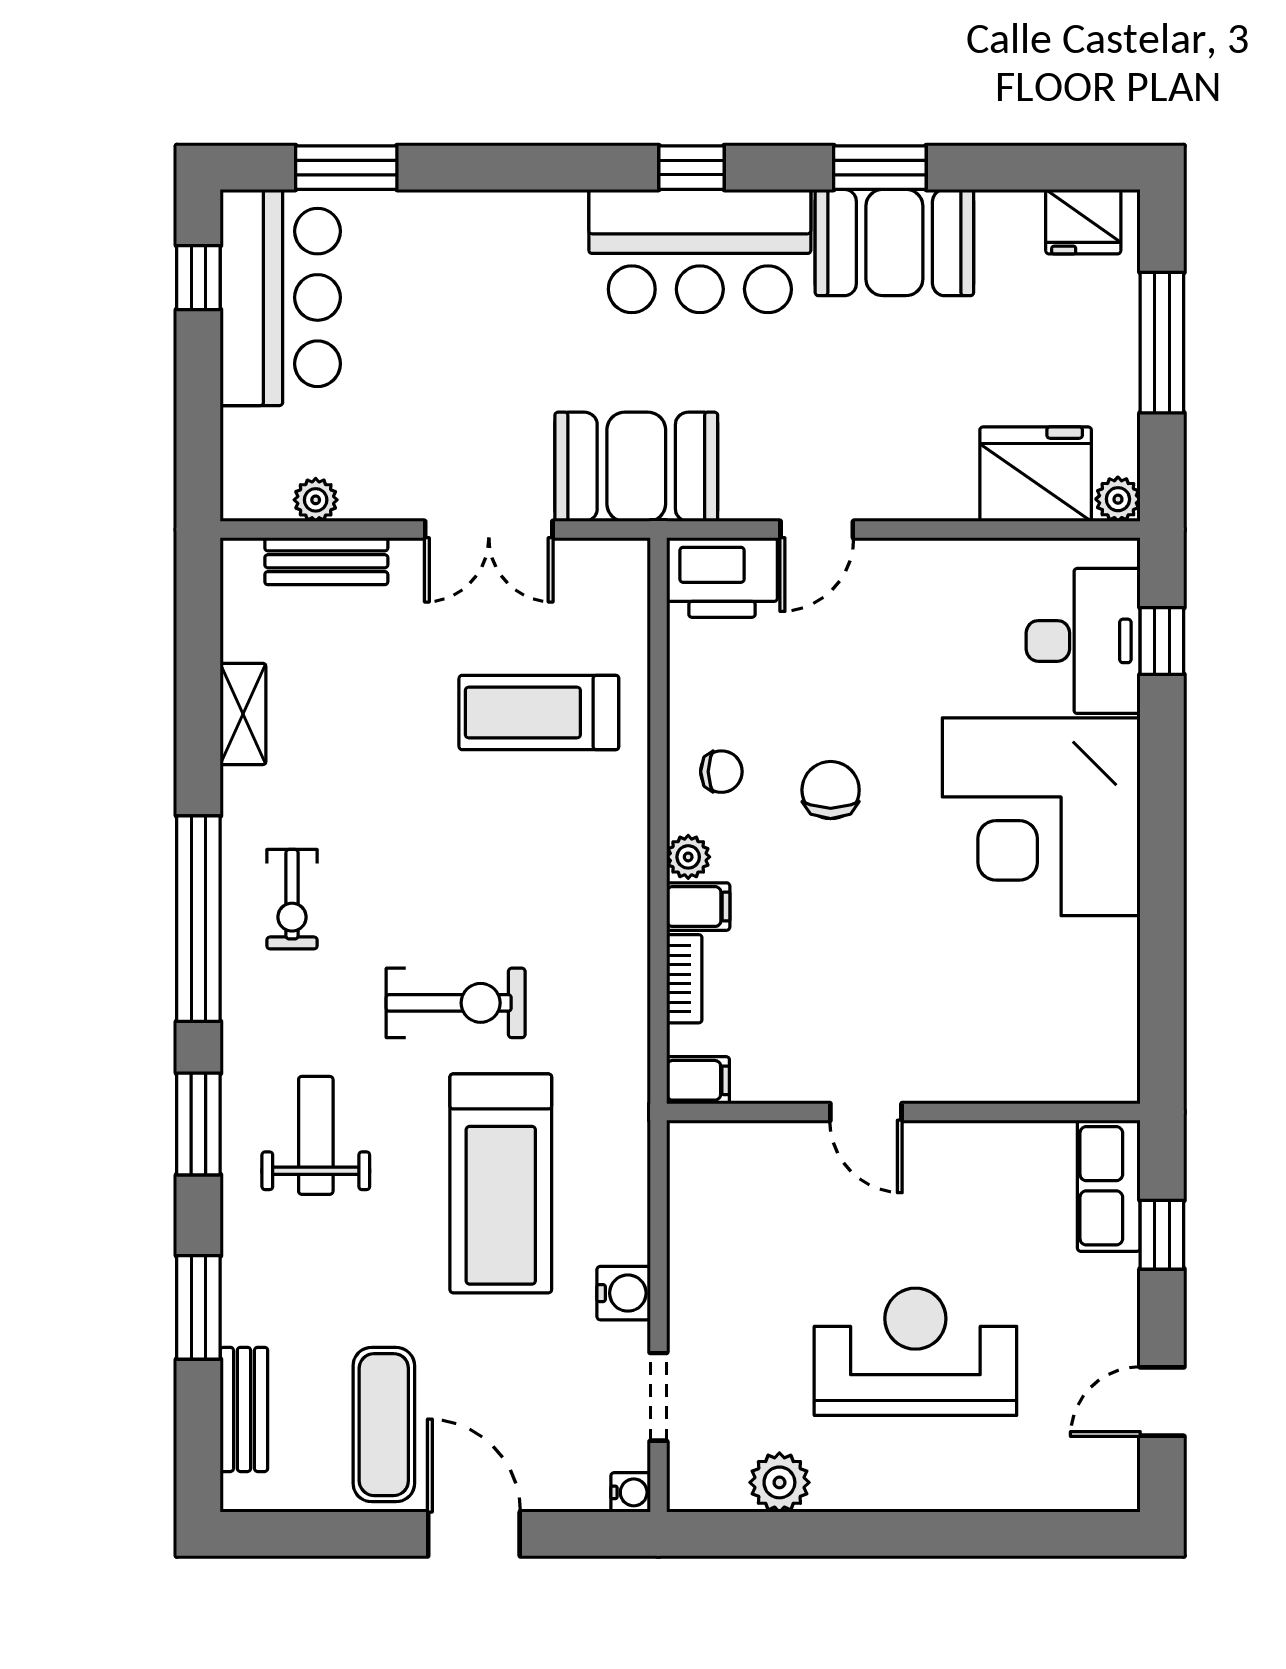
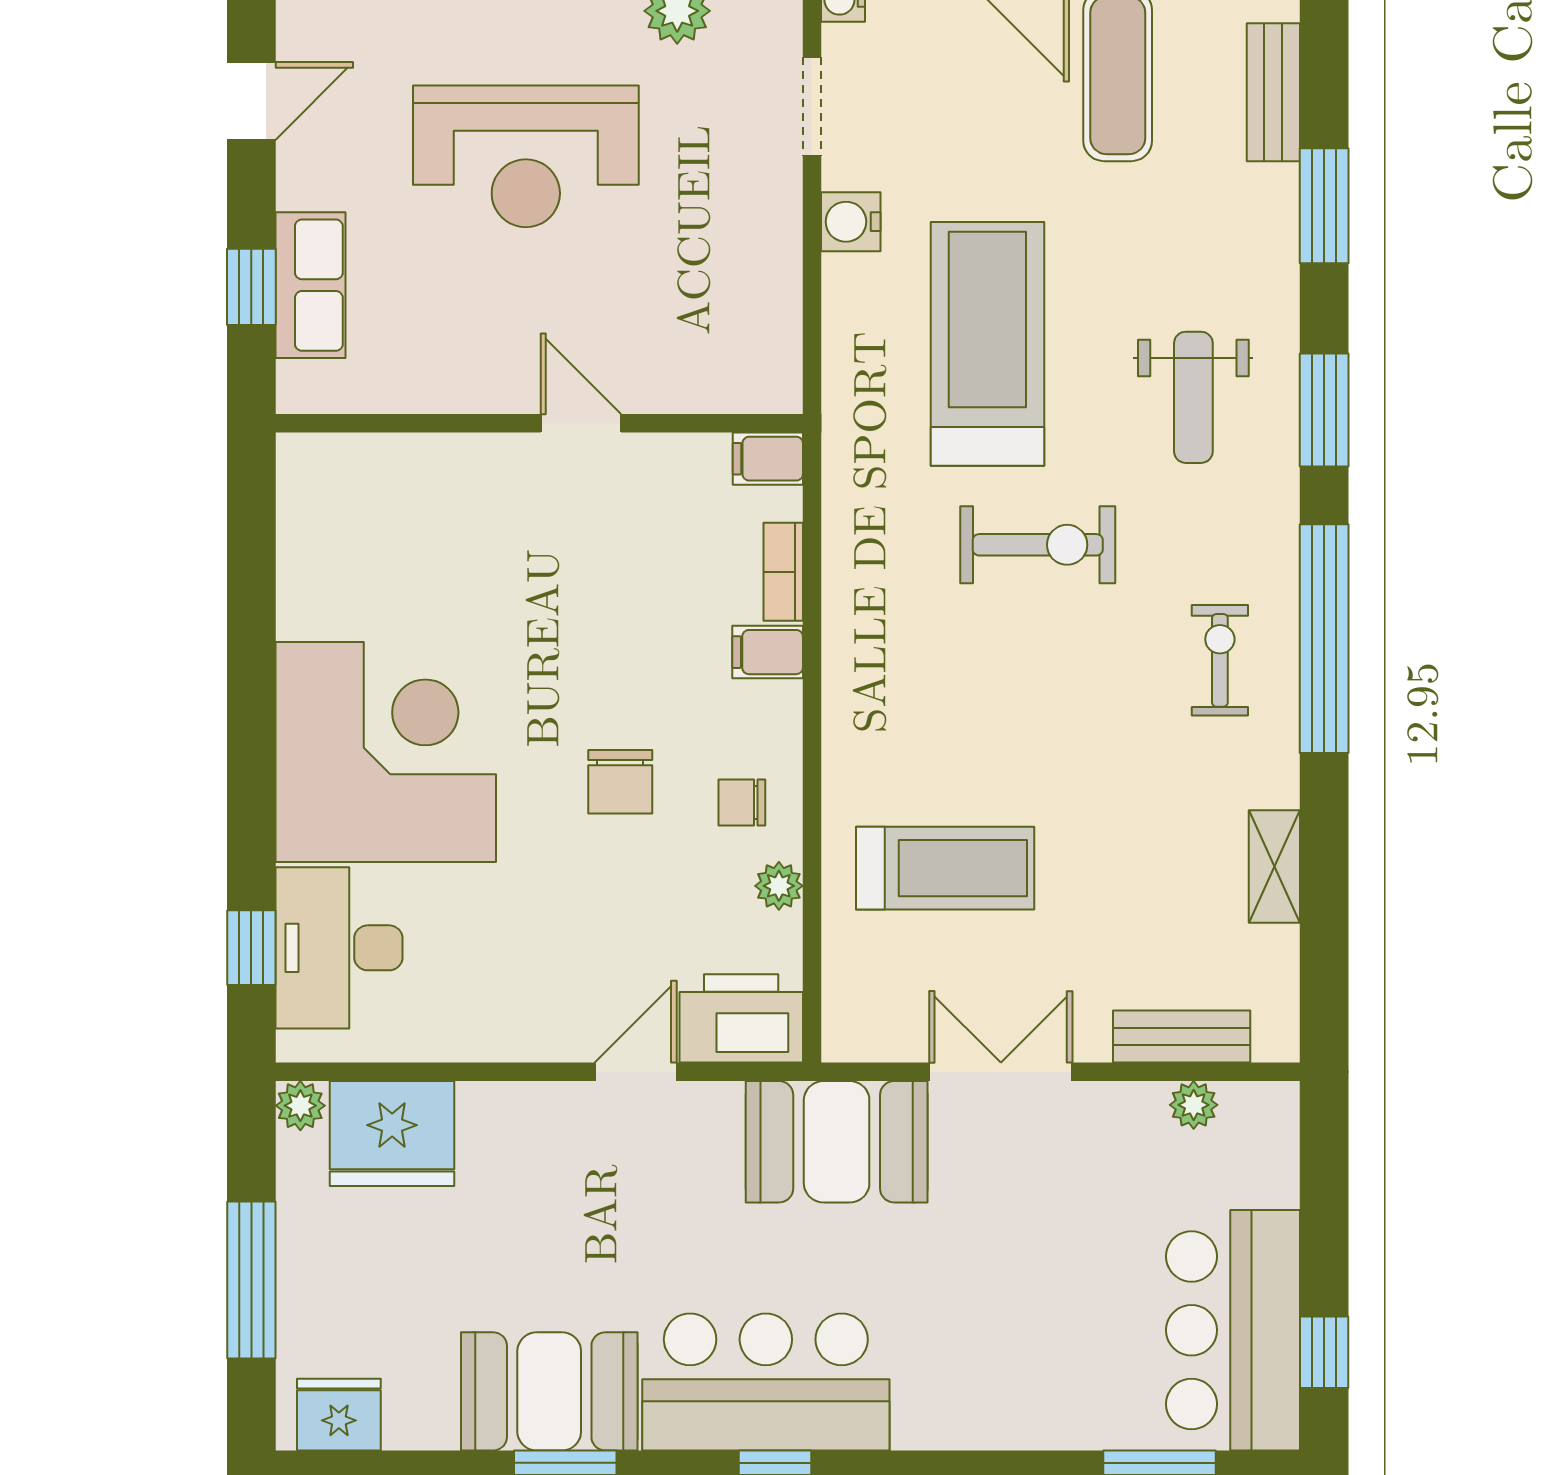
plant: (688, 857) -> (779, 886), moved
exercise bike: (456, 1003) -> (1038, 545), turned 180
row of seats: (1109, 1186) -> (310, 285), moved

